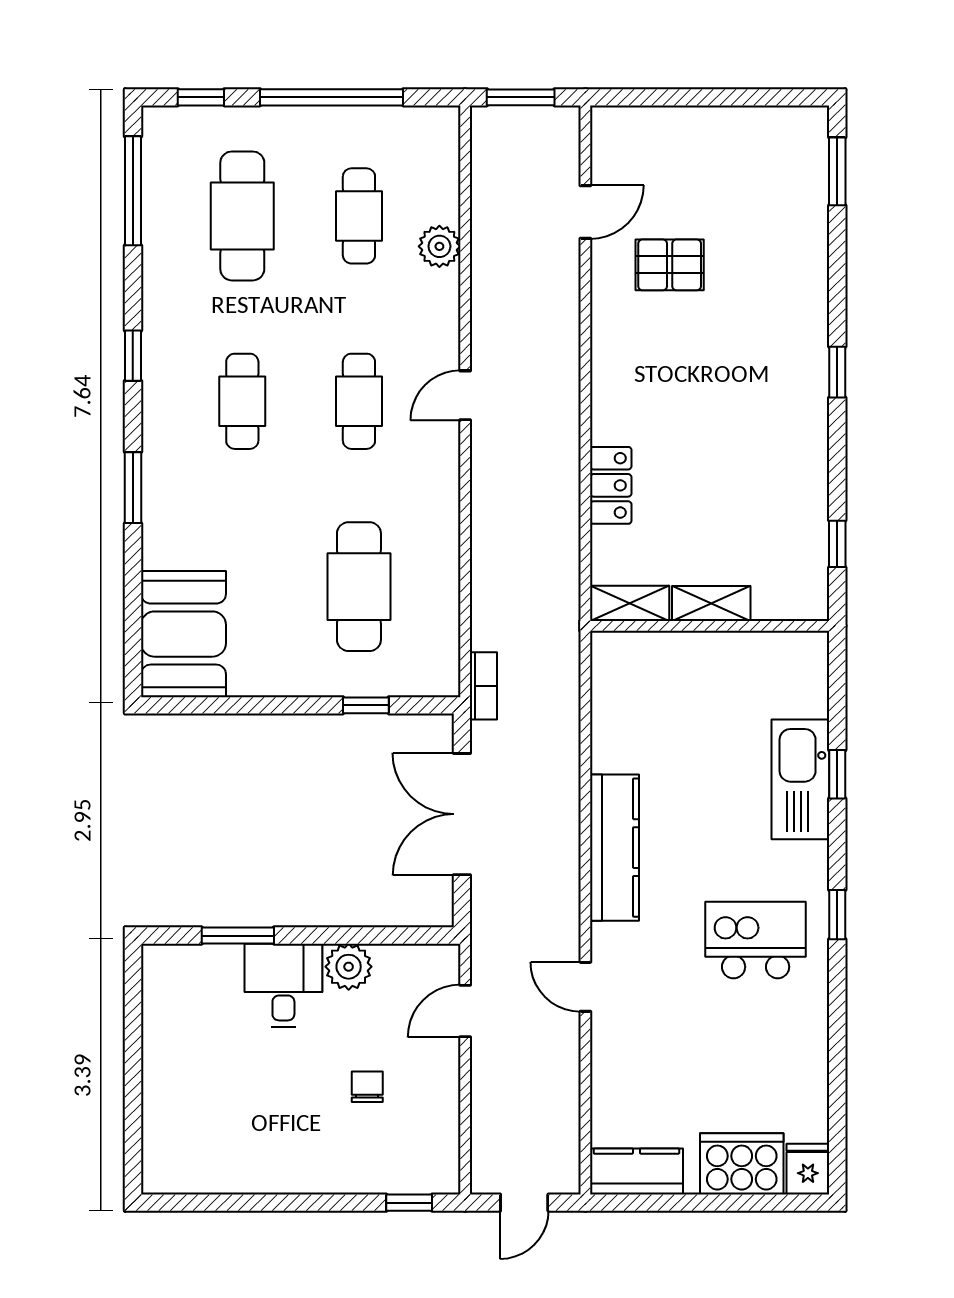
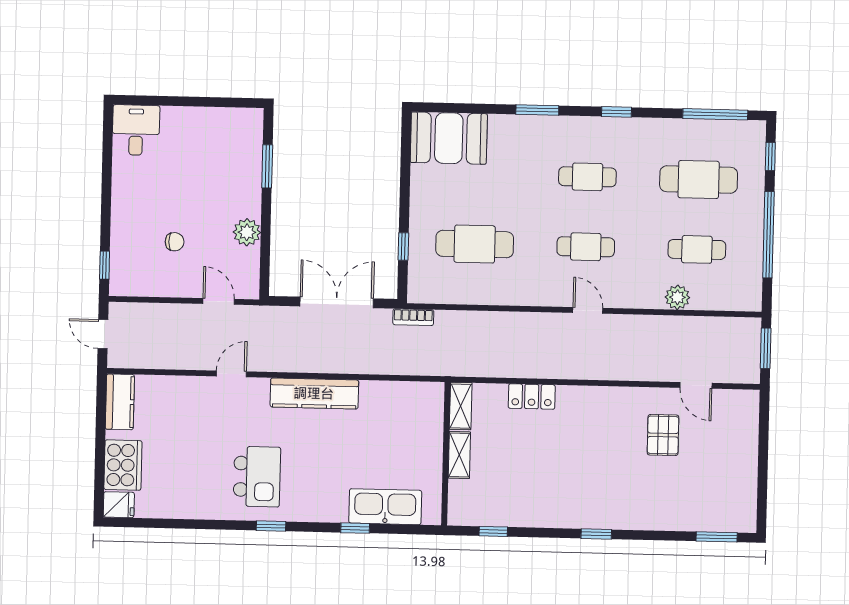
kitchen sink: (800, 779) -> (385, 507), moved
desk: (283, 985) -> (136, 130), moved, turned -90

